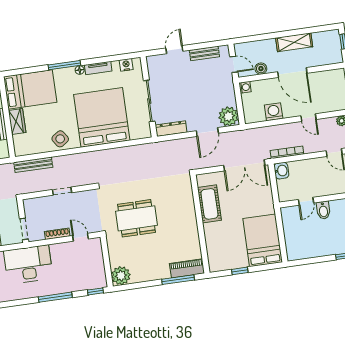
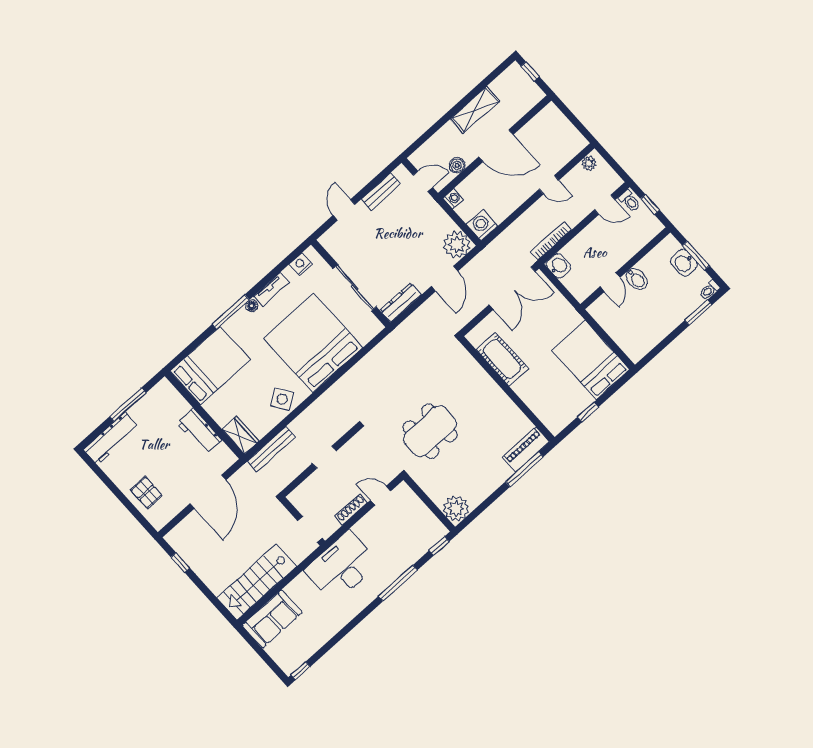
washing machine: (274, 112) -> (482, 225), moved
wardrobe: (17, 121) -> (240, 435), moved

